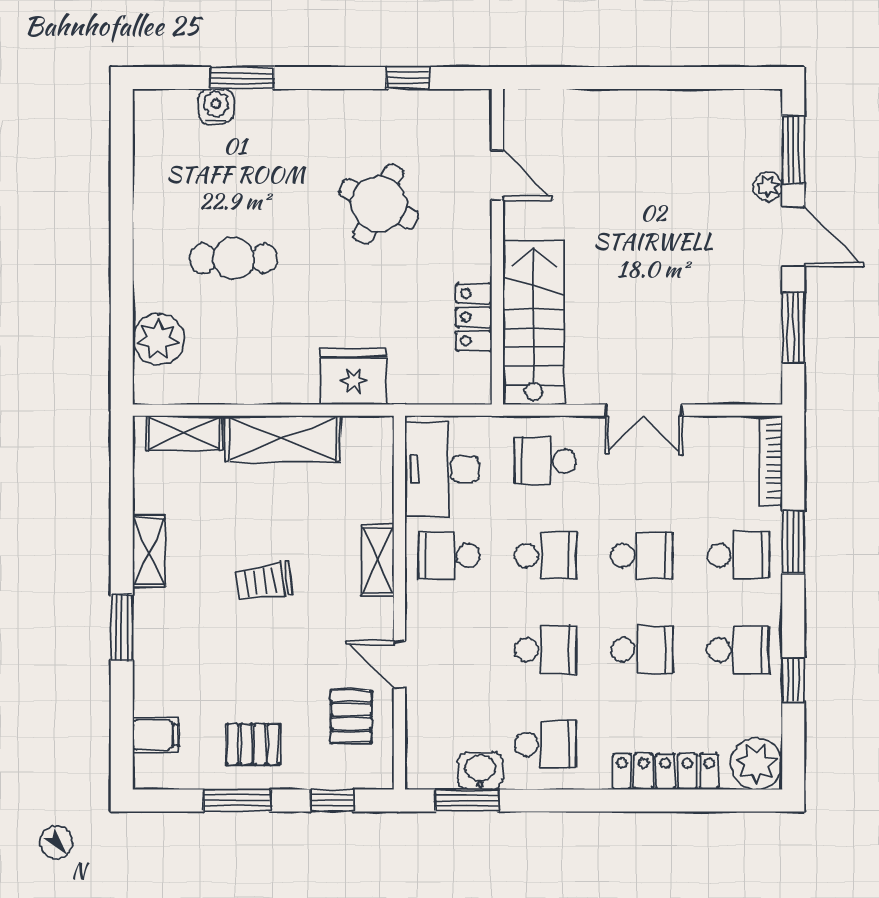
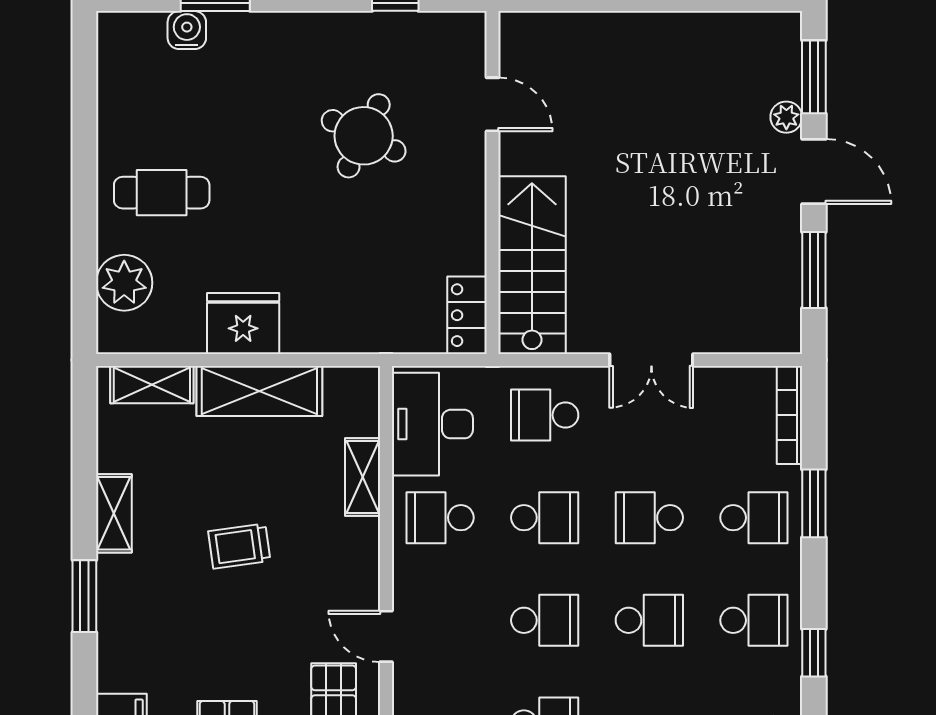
cafe table: (234, 259) -> (162, 193), moved
locker: (474, 317) -> (467, 315), moved
fridge: (354, 377) -> (243, 323), moved
school desk: (642, 555) -> (649, 518), turned 180
shelving: (378, 560) -> (363, 477), moved

